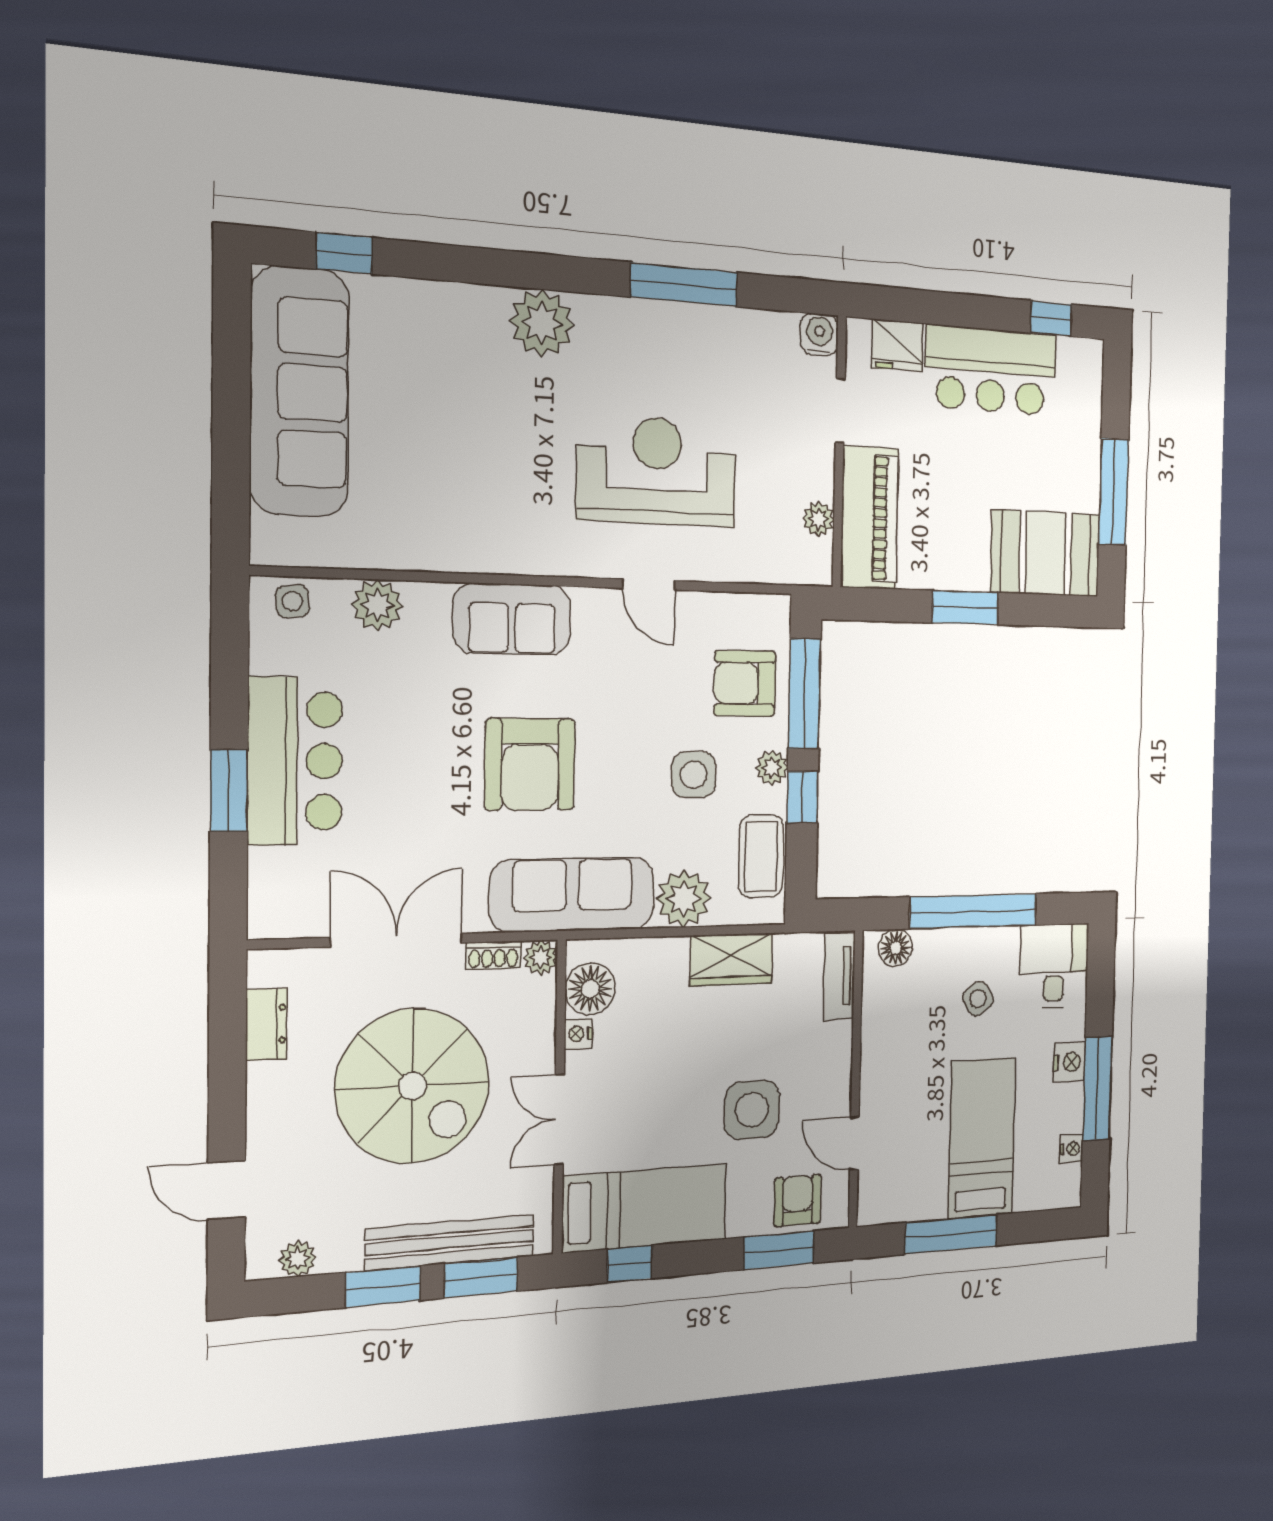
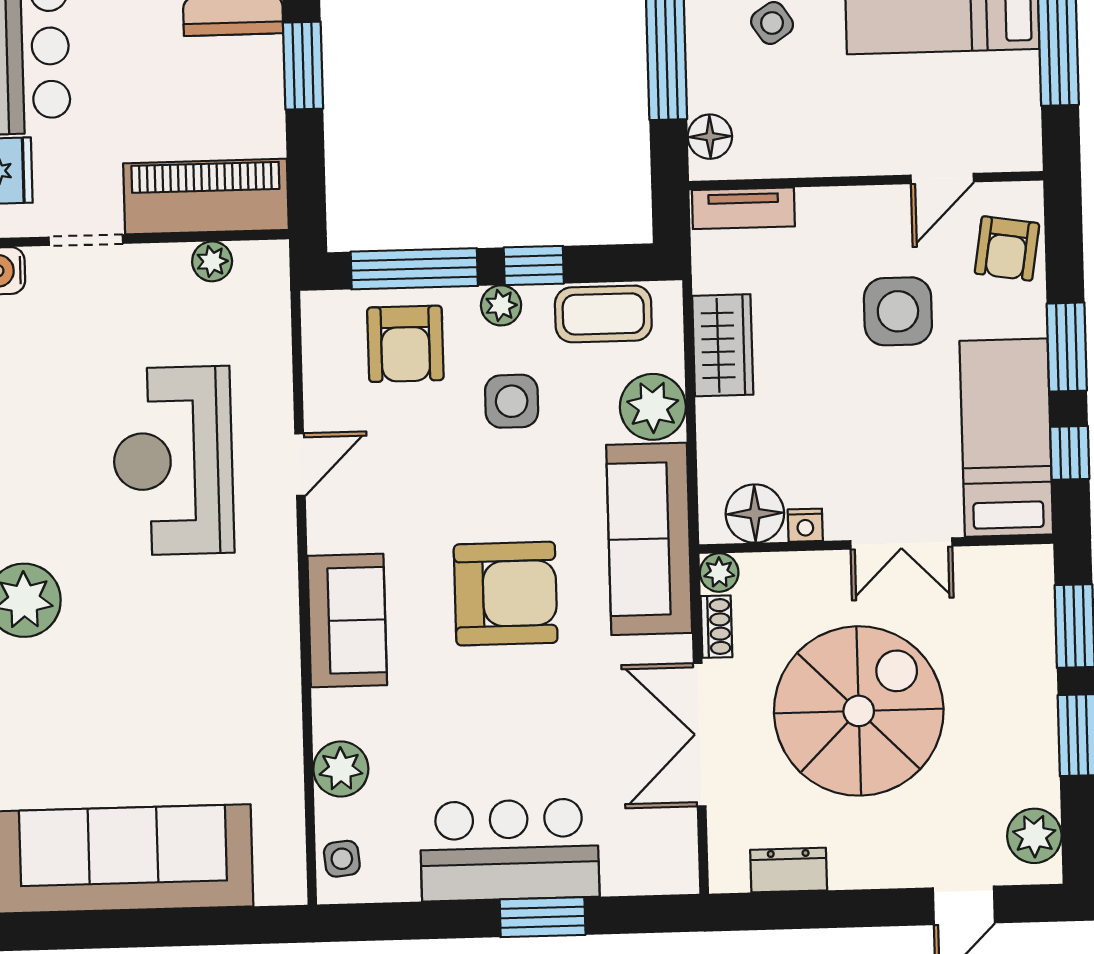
armchair: (798, 1200) -> (1007, 248), turned -81
bench: (450, 1242) -> (1033, 662), removed
window: (779, 1250) -> (1067, 347), moved
plant: (298, 1259) -> (1034, 836), width x1.38, depth x1.38

